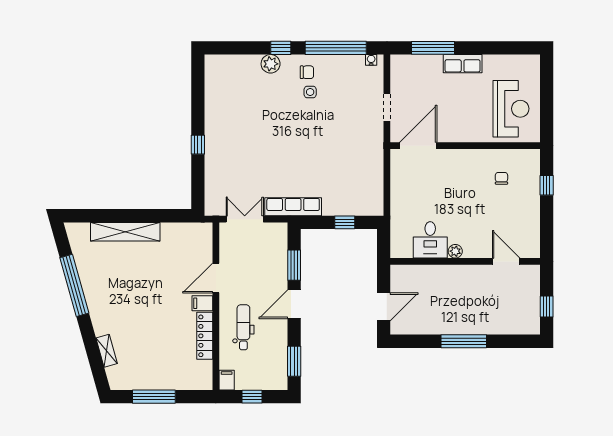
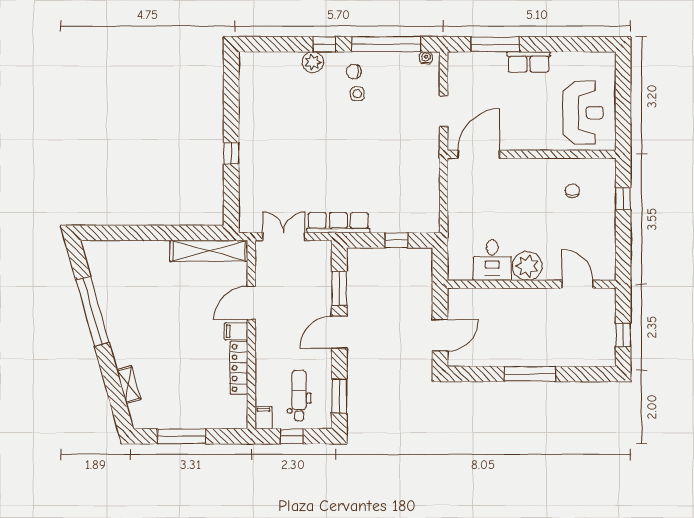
chair: (307, 72) -> (354, 72), turned 180
shelving: (125, 232) -> (209, 251), moved
plant: (455, 251) -> (527, 266), width x1.88, depth x1.88
dental chair: (243, 327) -> (299, 396), moved

